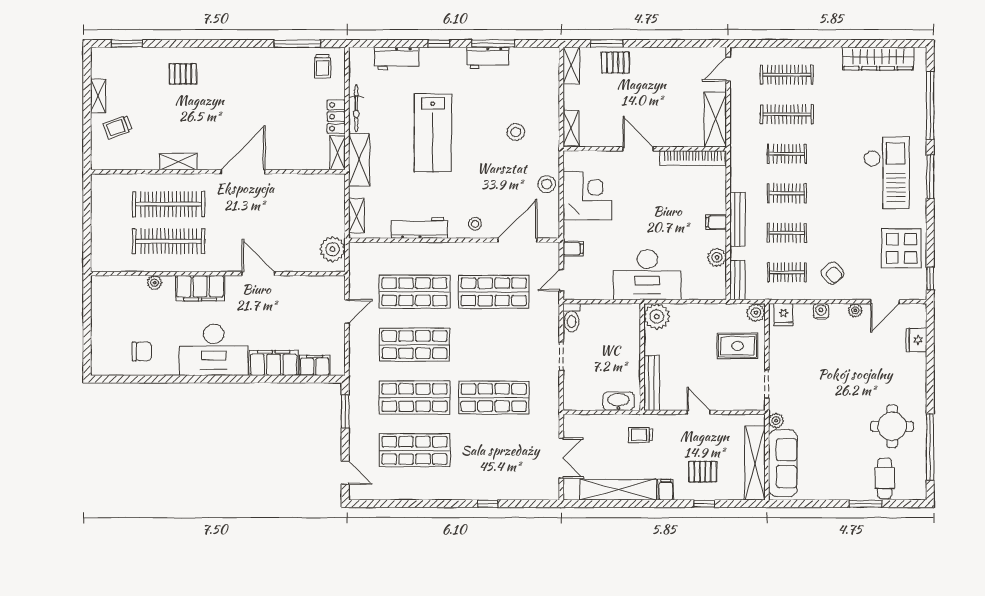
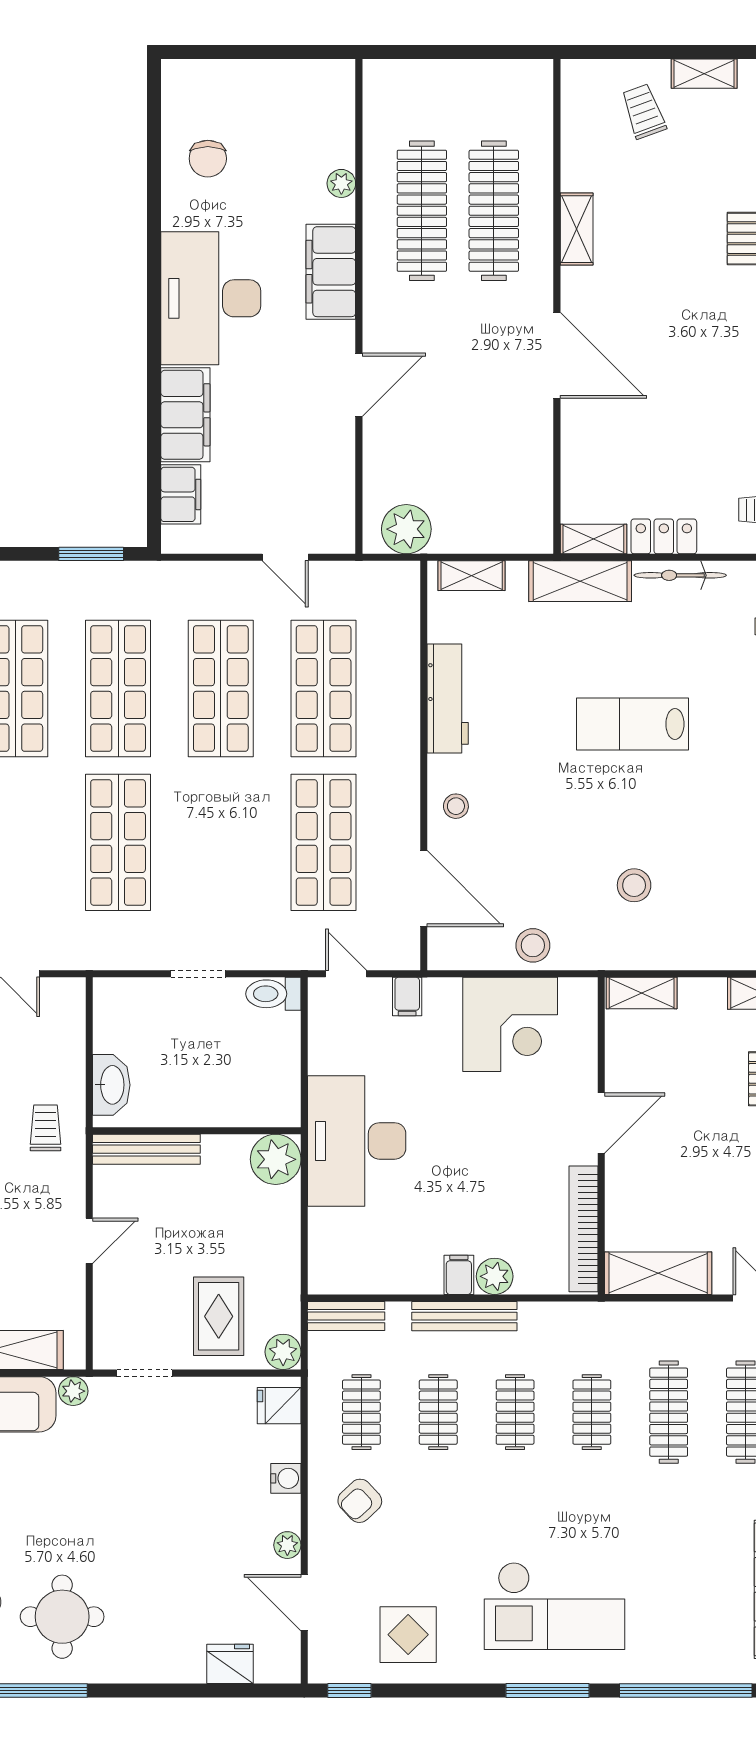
lab bench: (433, 133) -> (633, 724), width x0.73, depth x0.72
display table: (901, 248) -> (408, 1635), width x0.73, depth x0.73
plant: (717, 257) -> (495, 1276), moved

